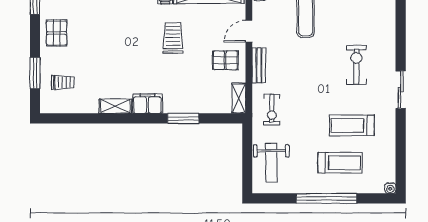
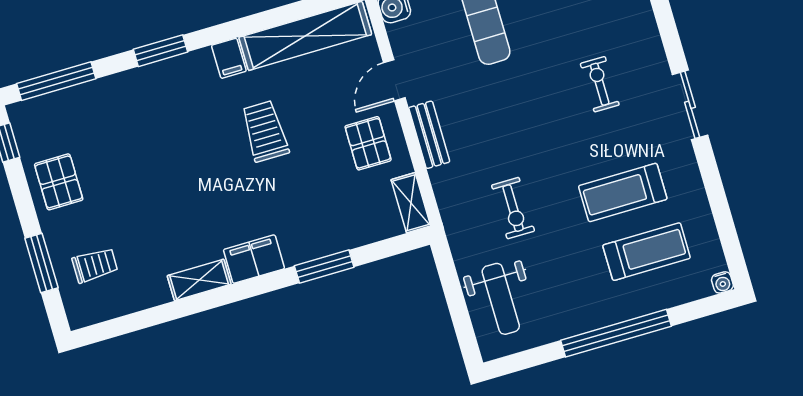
pallet: (225, 60) -> (368, 143), turned 90
exercise bike: (356, 65) -> (600, 84), width x0.73, depth x0.72
exercise bike: (272, 110) -> (513, 208), moved
treadmill: (340, 163) -> (647, 252), moved

